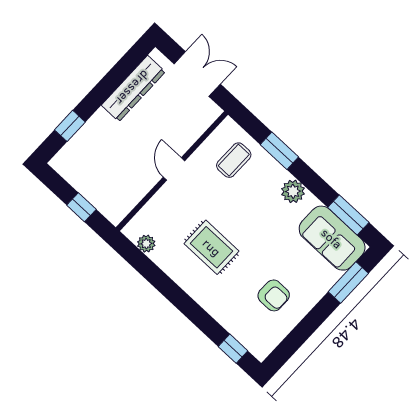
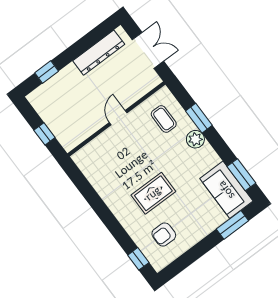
coffee table: (234, 160) -> (164, 119), turned 90
plant: (293, 191) -> (195, 139), moved
plant: (146, 244) -> (88, 169), removed
rug: (212, 247) -> (153, 193), moved, turned 90
armchair: (274, 295) -> (164, 234), moved, turned 90

